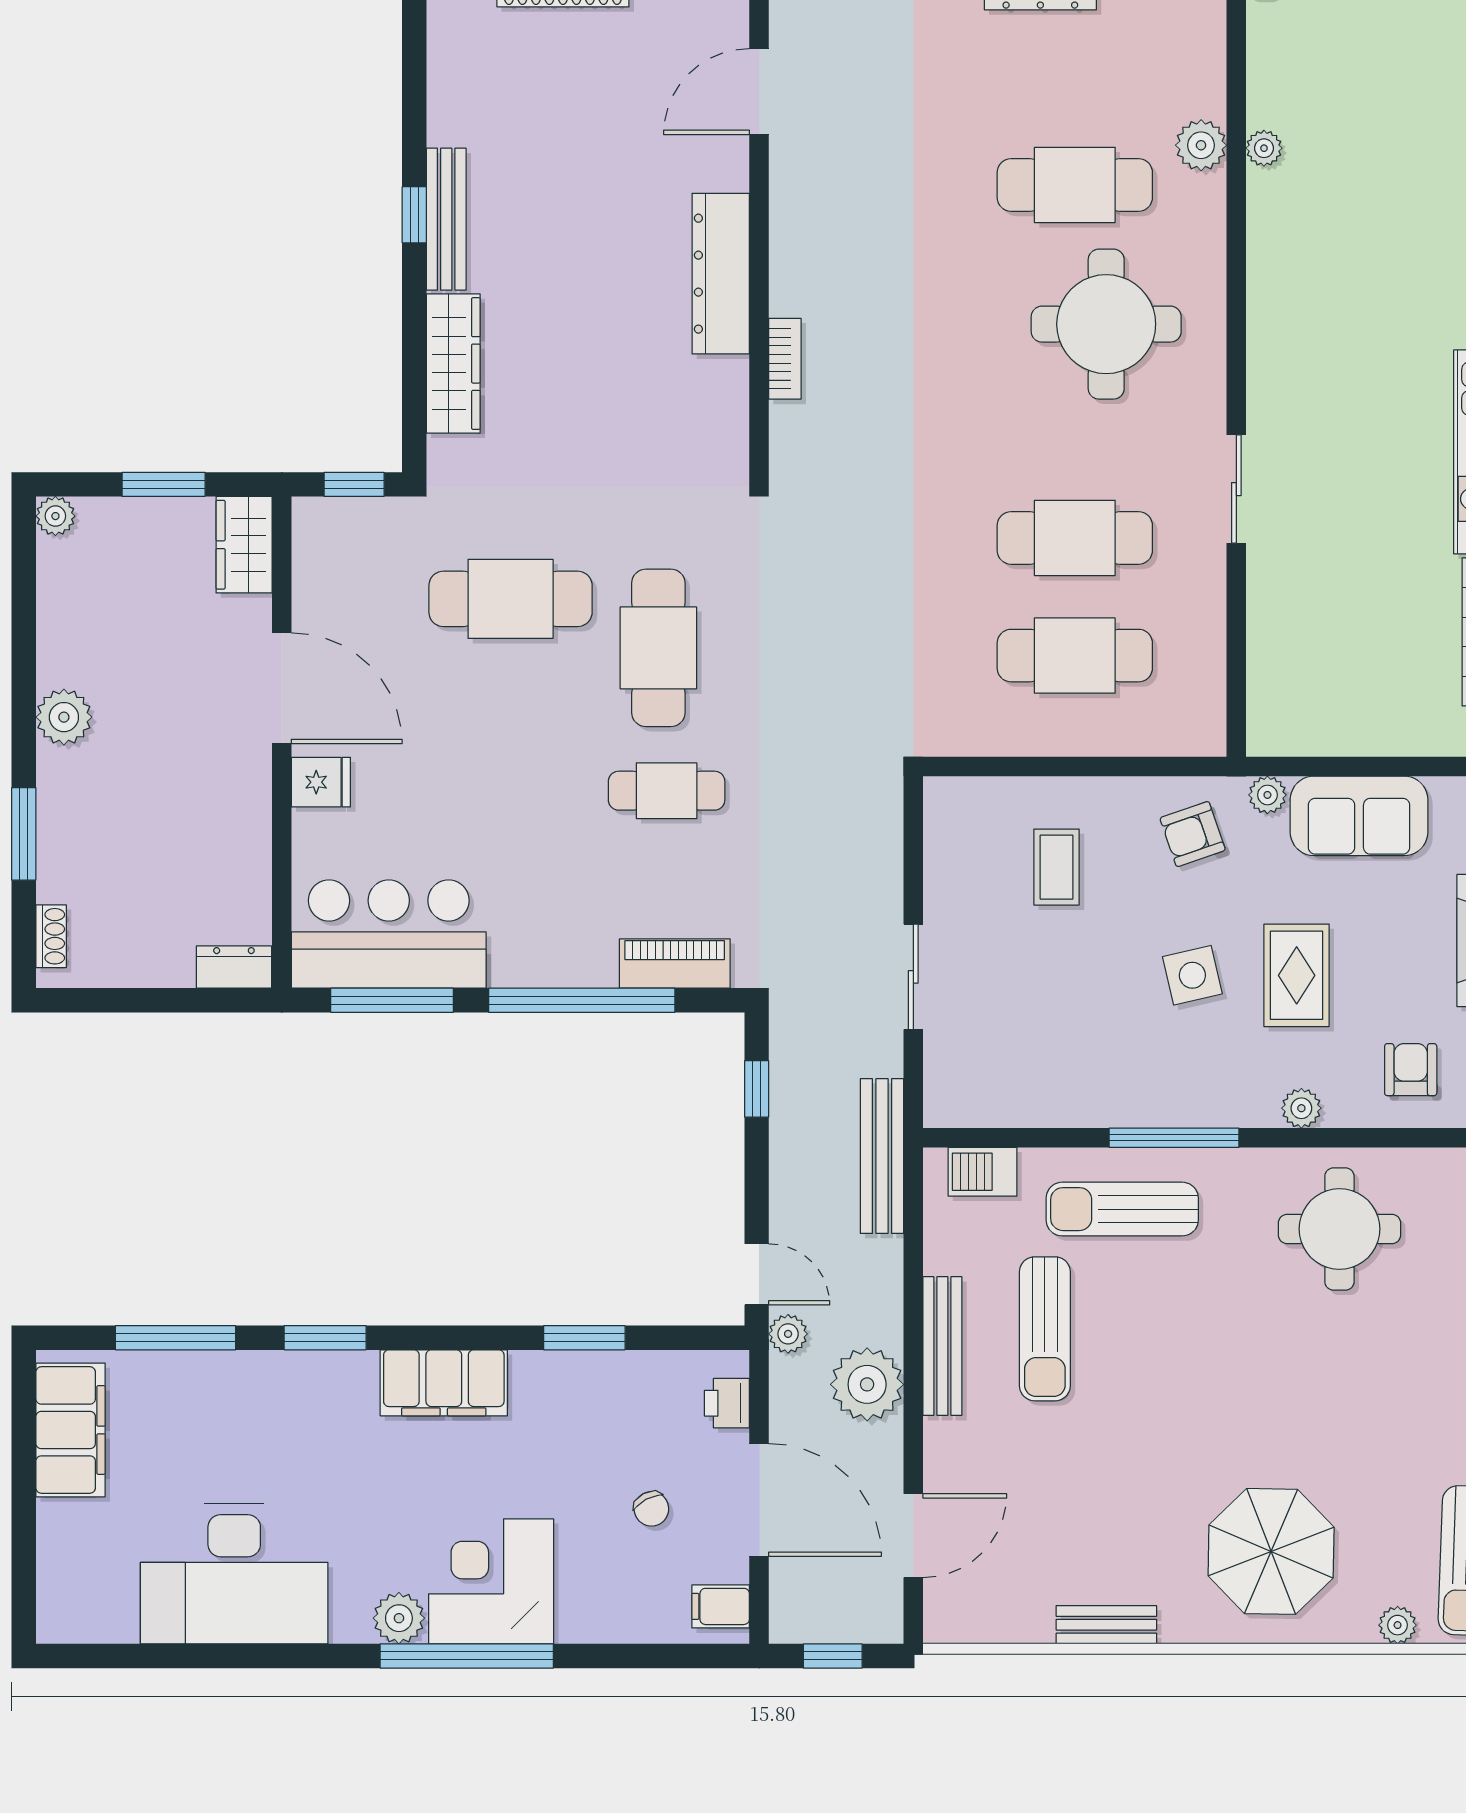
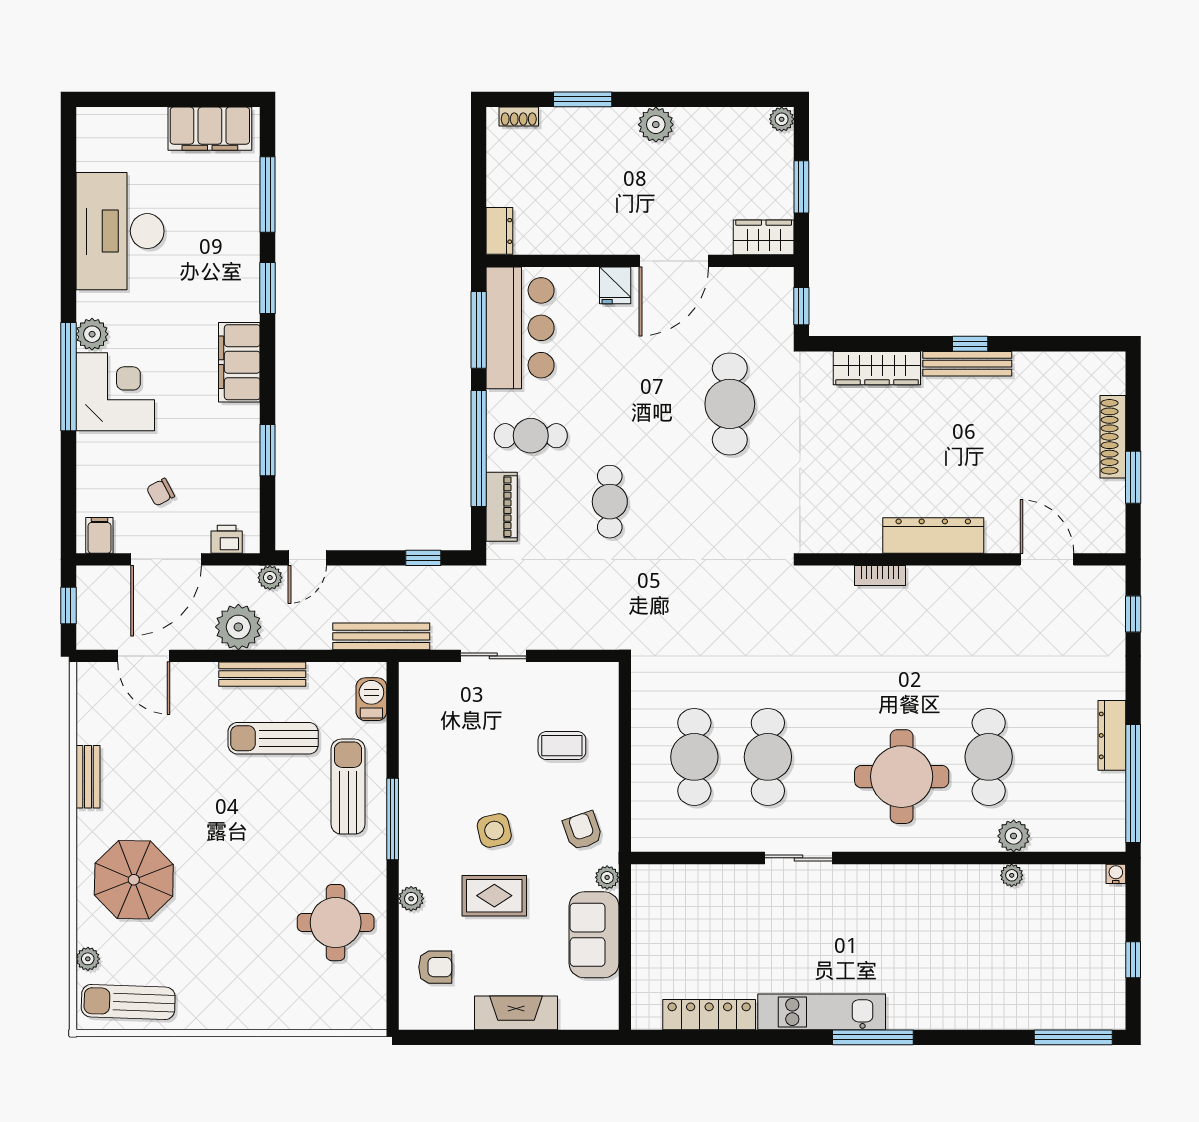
cafe table: (658, 648) -> (531, 436), moved, width x0.73, depth x0.74

